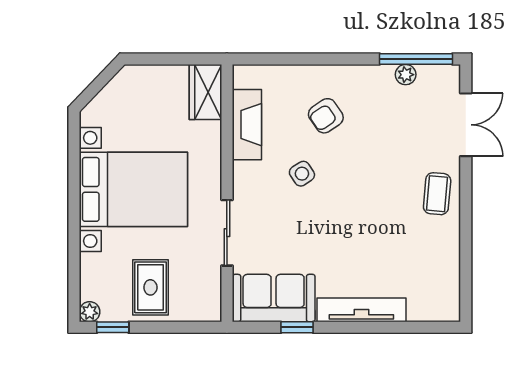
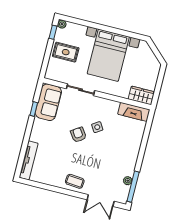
armchair: (326, 116) -> (78, 135), moved
fireplace: (247, 125) -> (134, 112), moved
tv unit: (361, 310) -> (29, 160), moved

